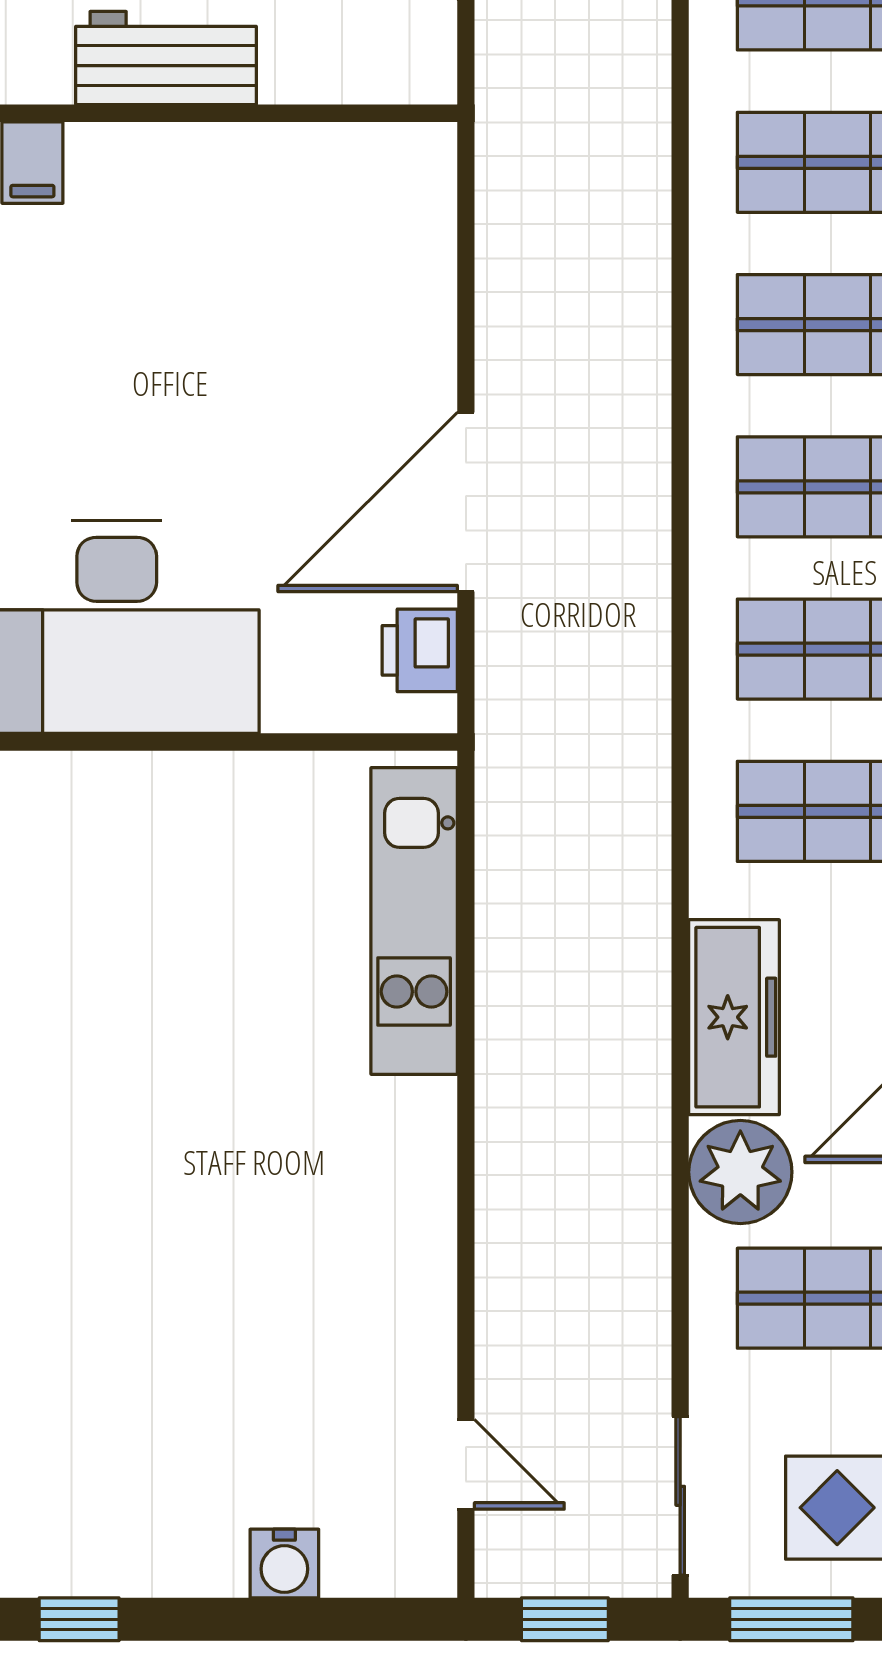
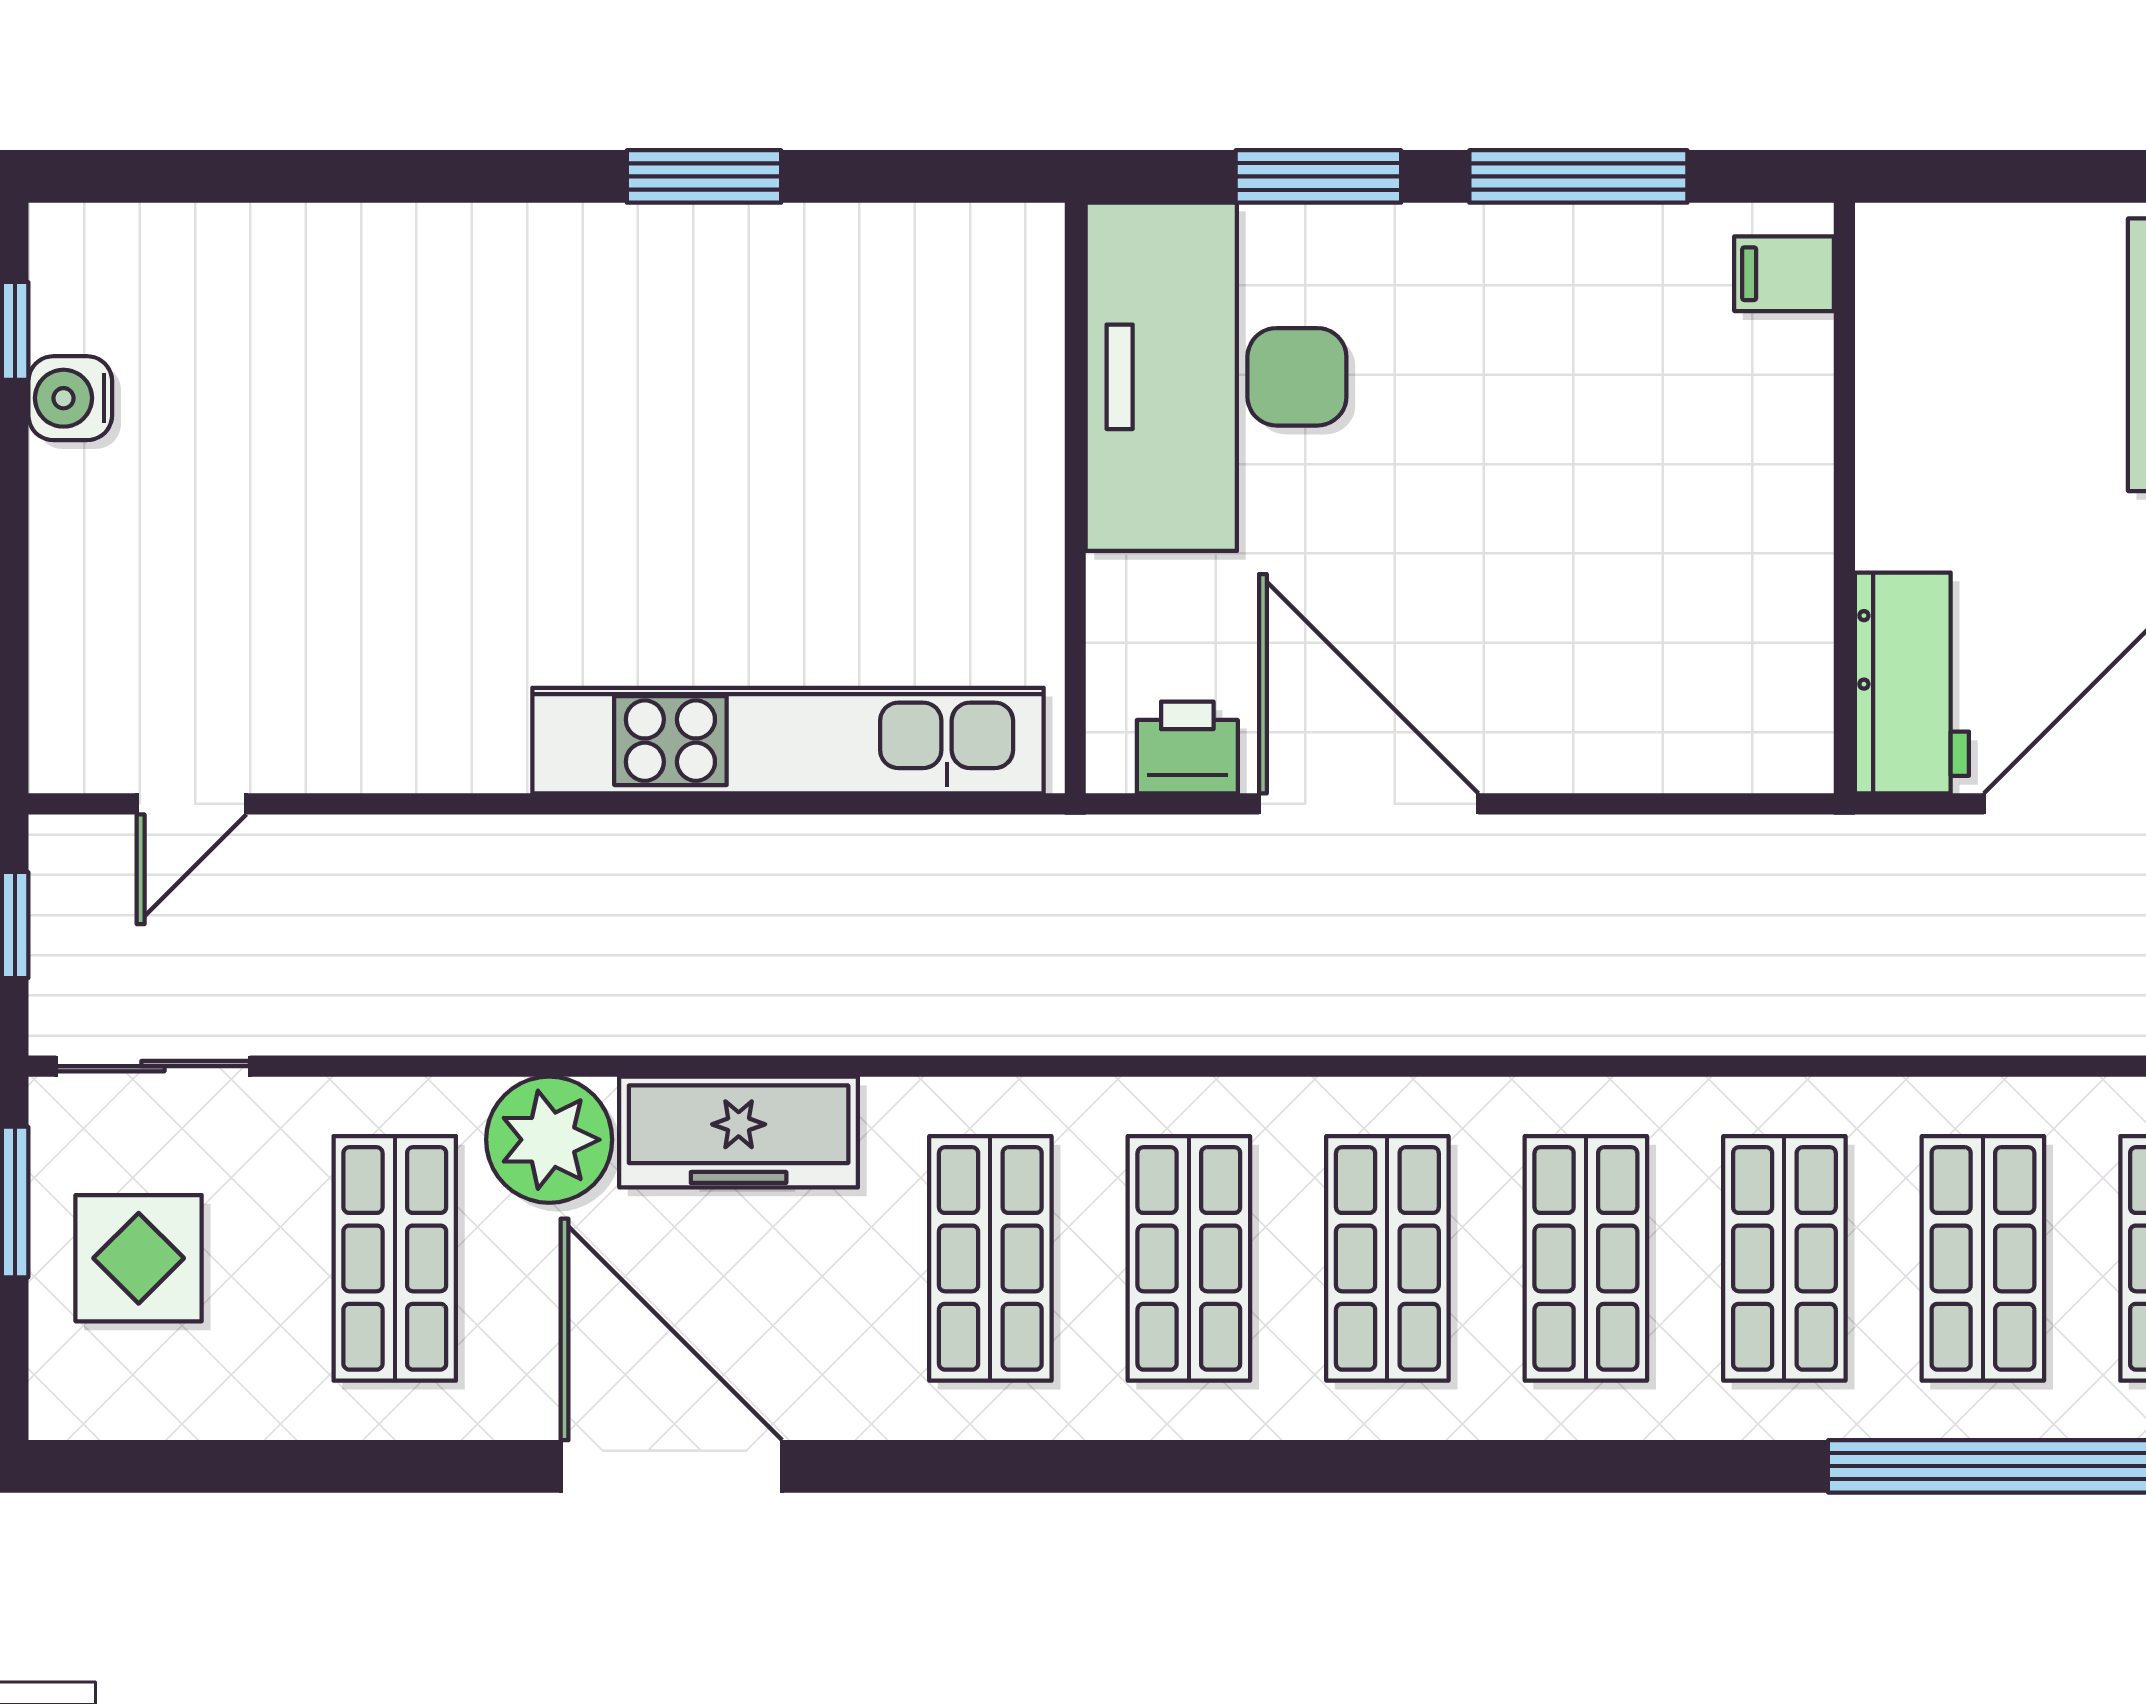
workbench: (166, 58) -> (1912, 683), moved
kitchen unit: (414, 921) -> (788, 741), width x1.36
water cooler: (284, 1564) -> (70, 398), moved

